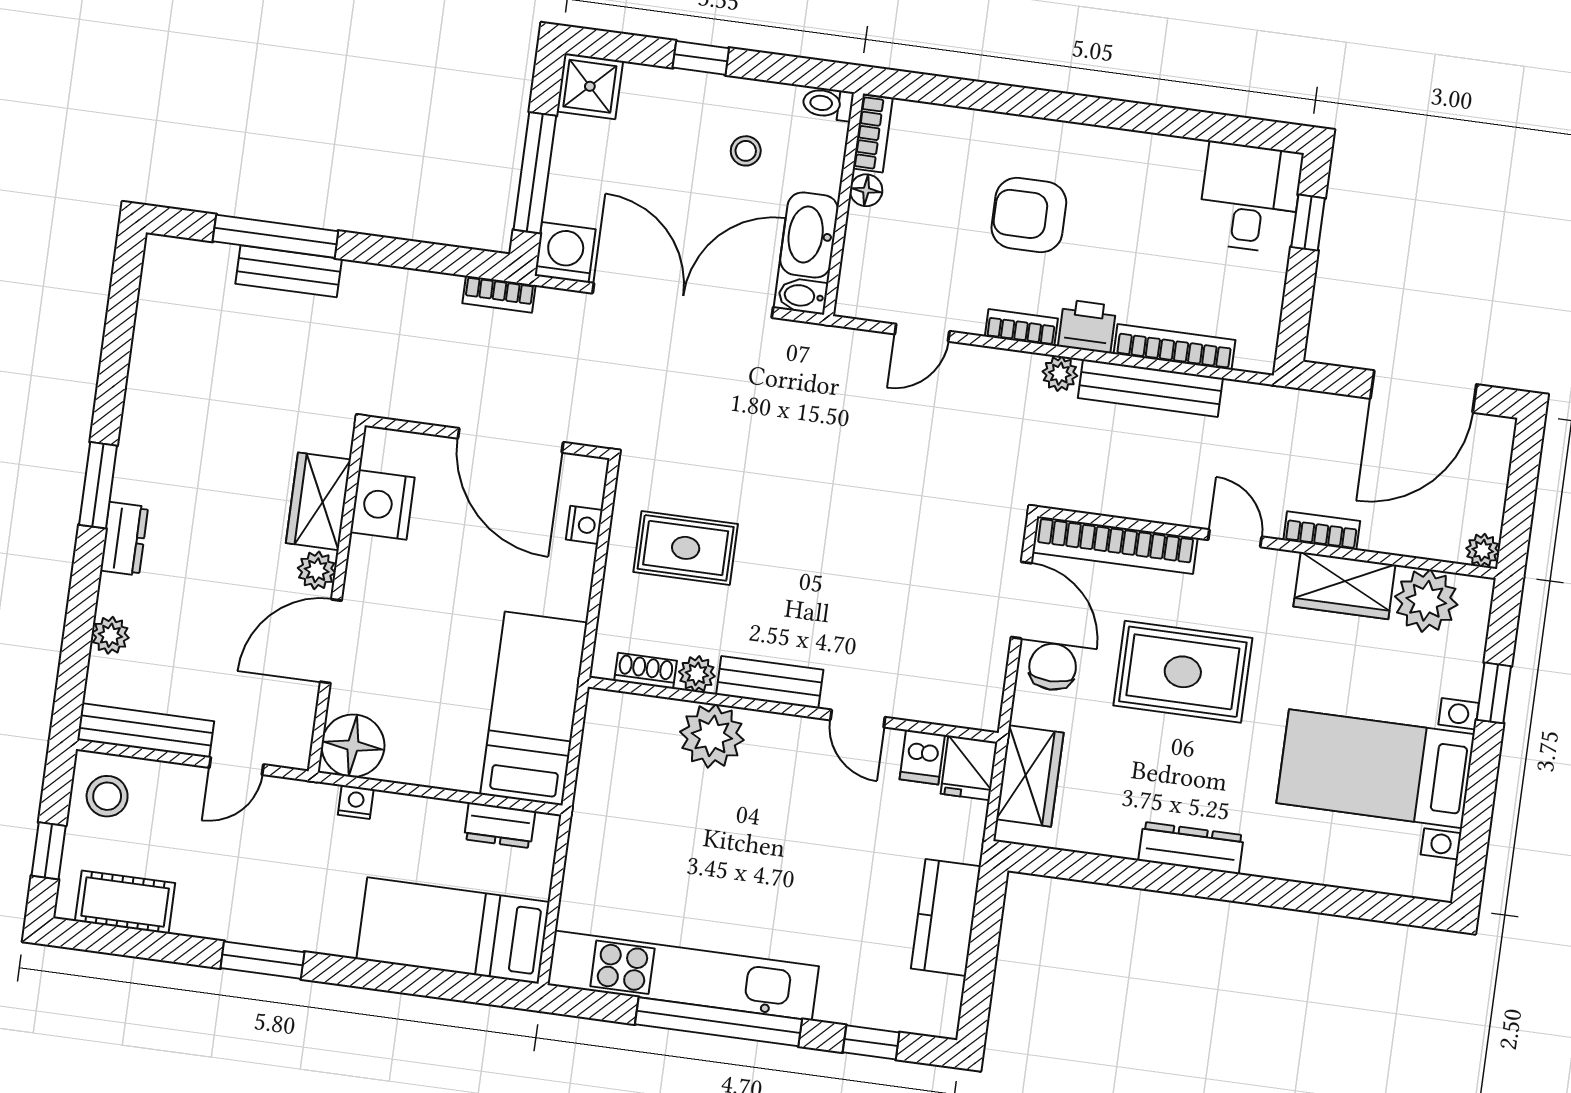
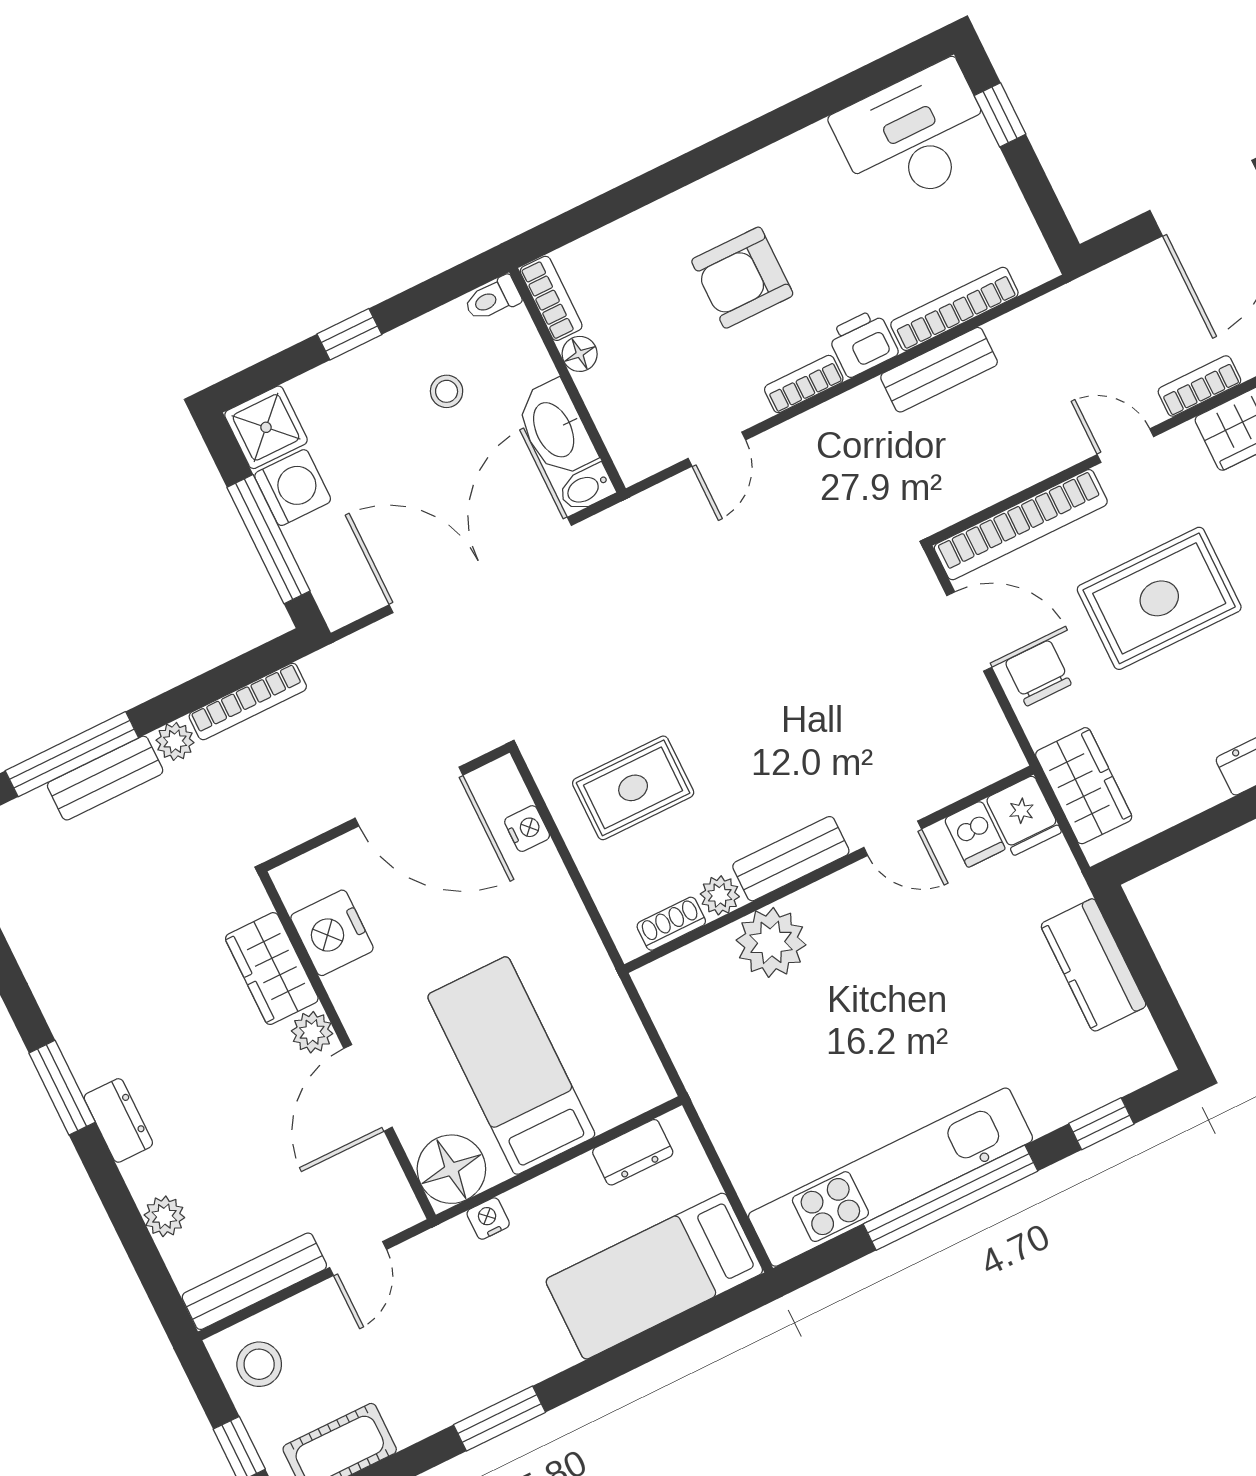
desk: (1250, 198) -> (915, 136), width x1.37
washing machine: (565, 252) -> (293, 488), moved, turned 90
bookcase: (499, 294) -> (248, 701), moved, width x1.56
plant: (1060, 374) -> (175, 741), moved
bench: (1150, 388) -> (939, 370), width x0.73
bed: (534, 708) -> (511, 1066), moved

